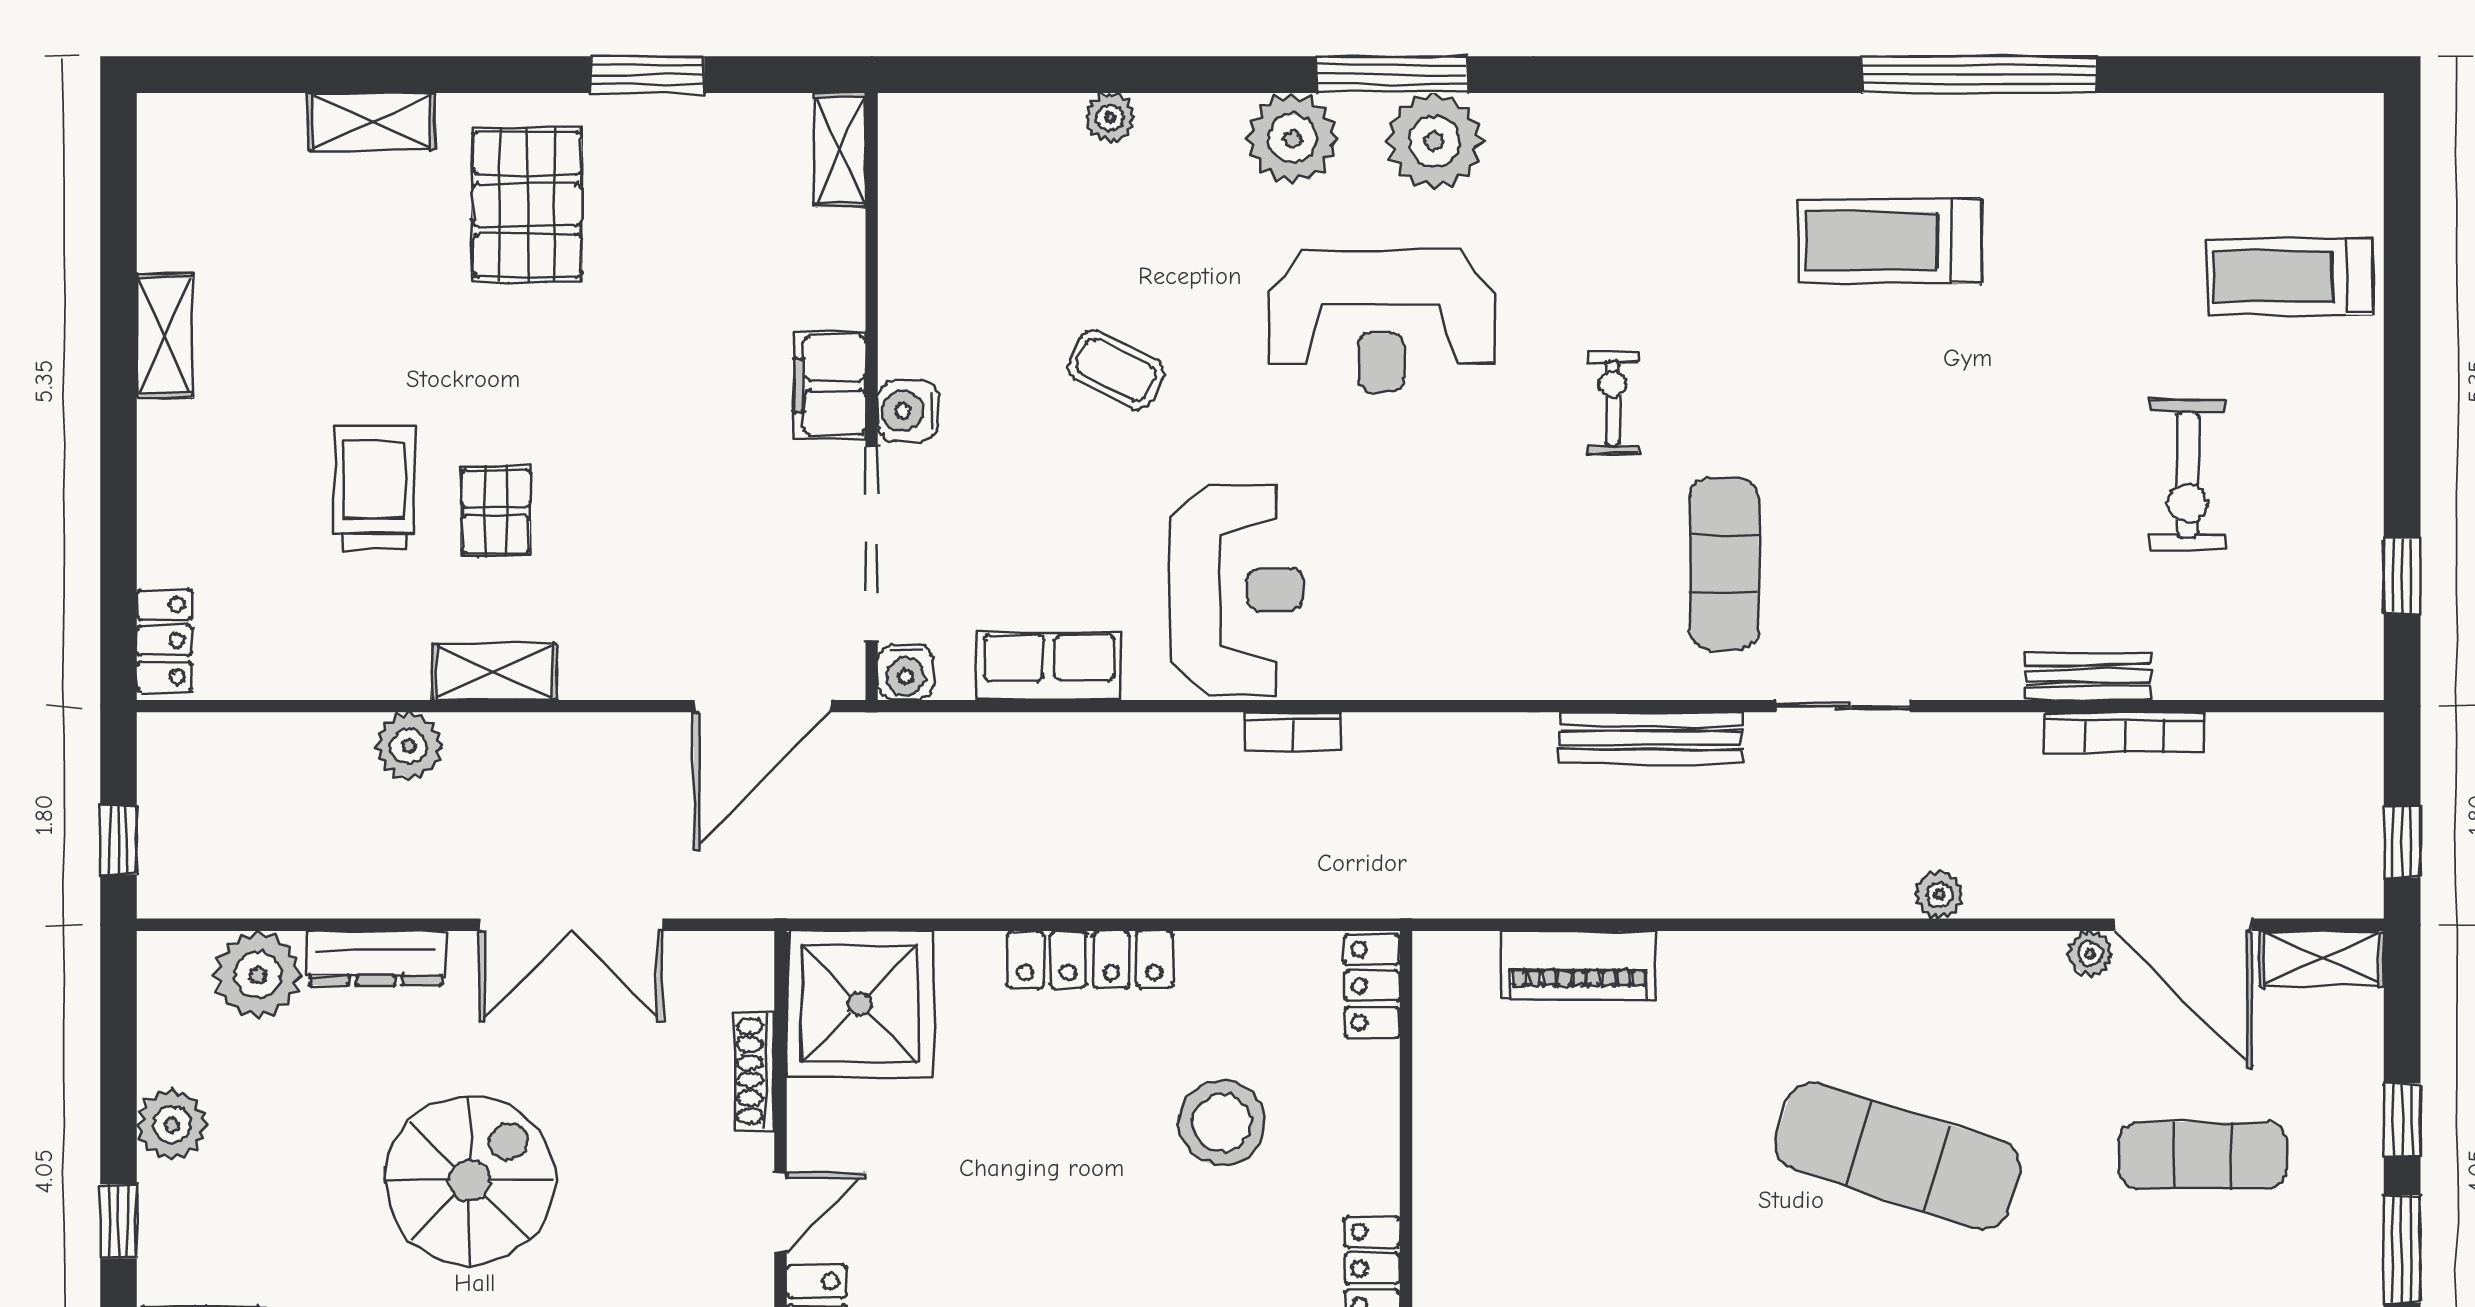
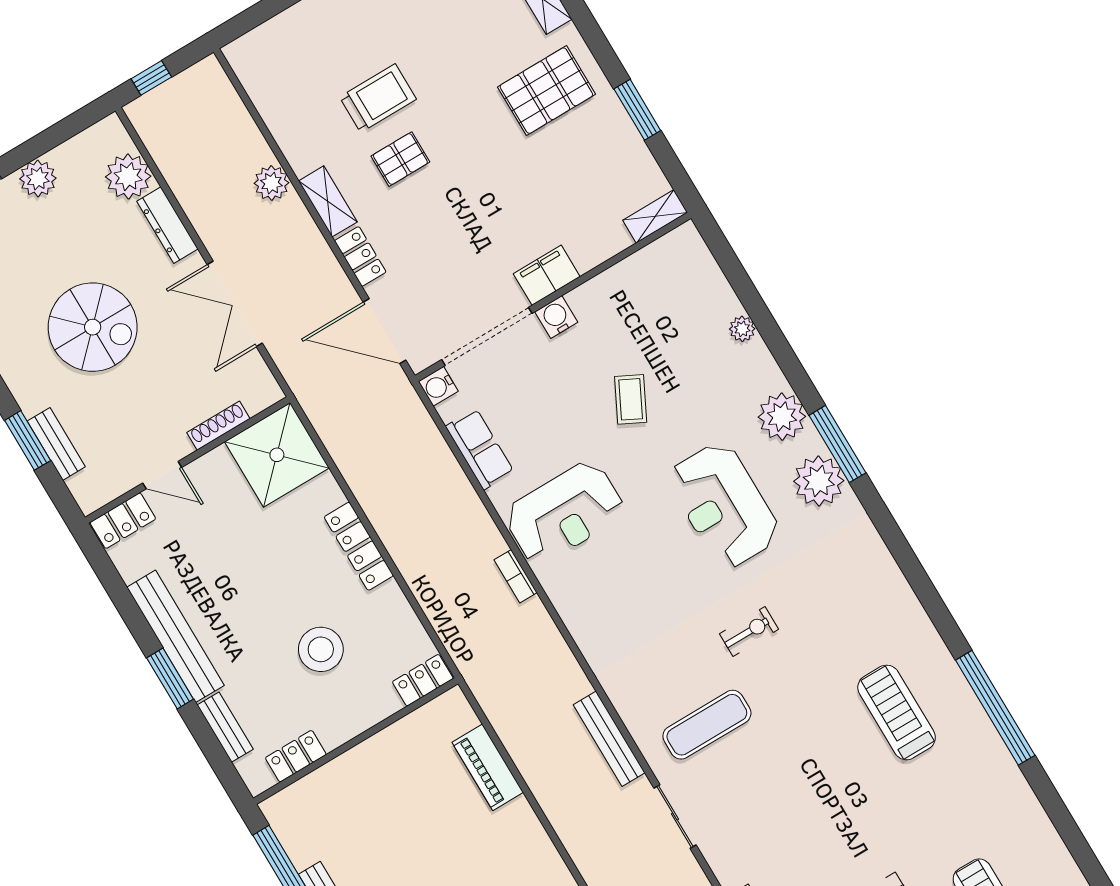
locker: (164, 641) -> (360, 256), moved, turned -90

